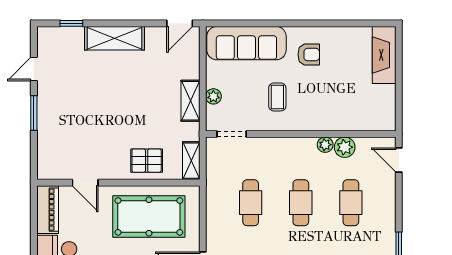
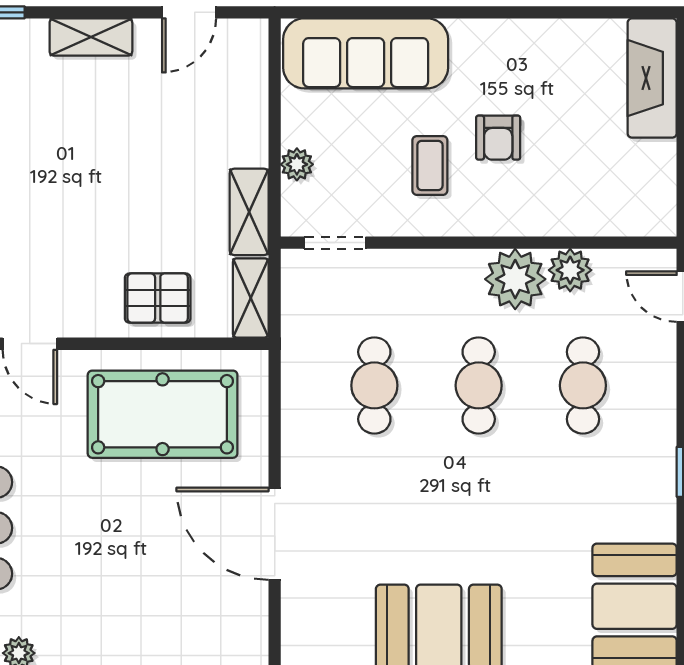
door: (180, 23) -> (189, 12), moved
shelving: (114, 38) -> (91, 37), width x0.67, depth x0.75
armchair: (309, 55) -> (498, 138), moved, turned 90
shelving: (191, 101) -> (249, 212), moved
plant: (325, 145) -> (515, 279), width x1.88, depth x1.88

